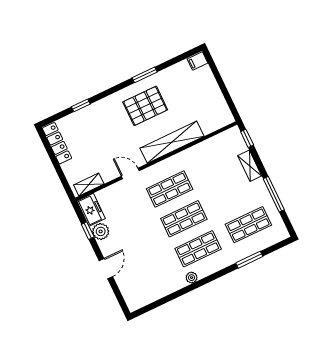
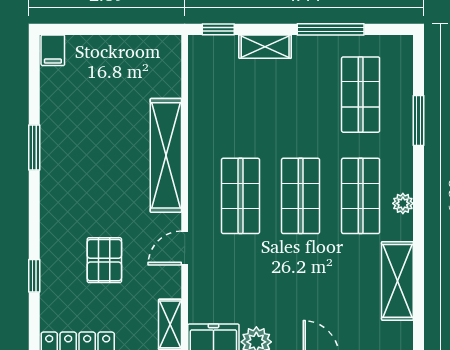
pallet: (145, 106) -> (104, 260), moved, width x0.67, depth x0.71
plant: (192, 278) -> (403, 203), moved
shelving: (164, 287) -> (397, 281), added

